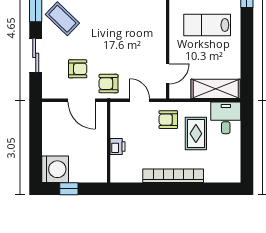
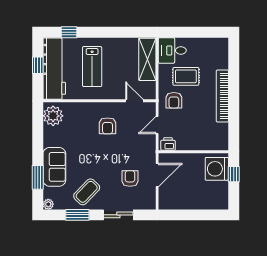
armchair: (108, 84) -> (108, 126), moved
printer: (118, 146) -> (168, 144), moved
washing machine: (55, 169) -> (217, 169), moved, turned -90
window: (69, 189) -> (234, 174), moved

